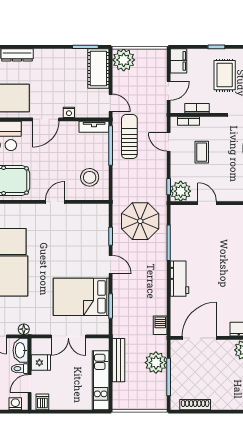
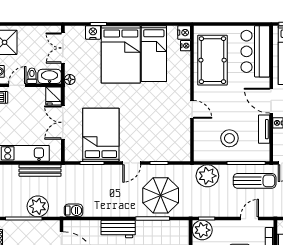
tv unit: (94, 127) -> (264, 129), moved
stool: (90, 177) -> (229, 138), moved
plant: (124, 186) -> (207, 176), added
parasol: (140, 221) -> (161, 195), moved
fridge: (41, 363) -> (54, 96), moved
door: (30, 384) -> (17, 85), hinge flipped

